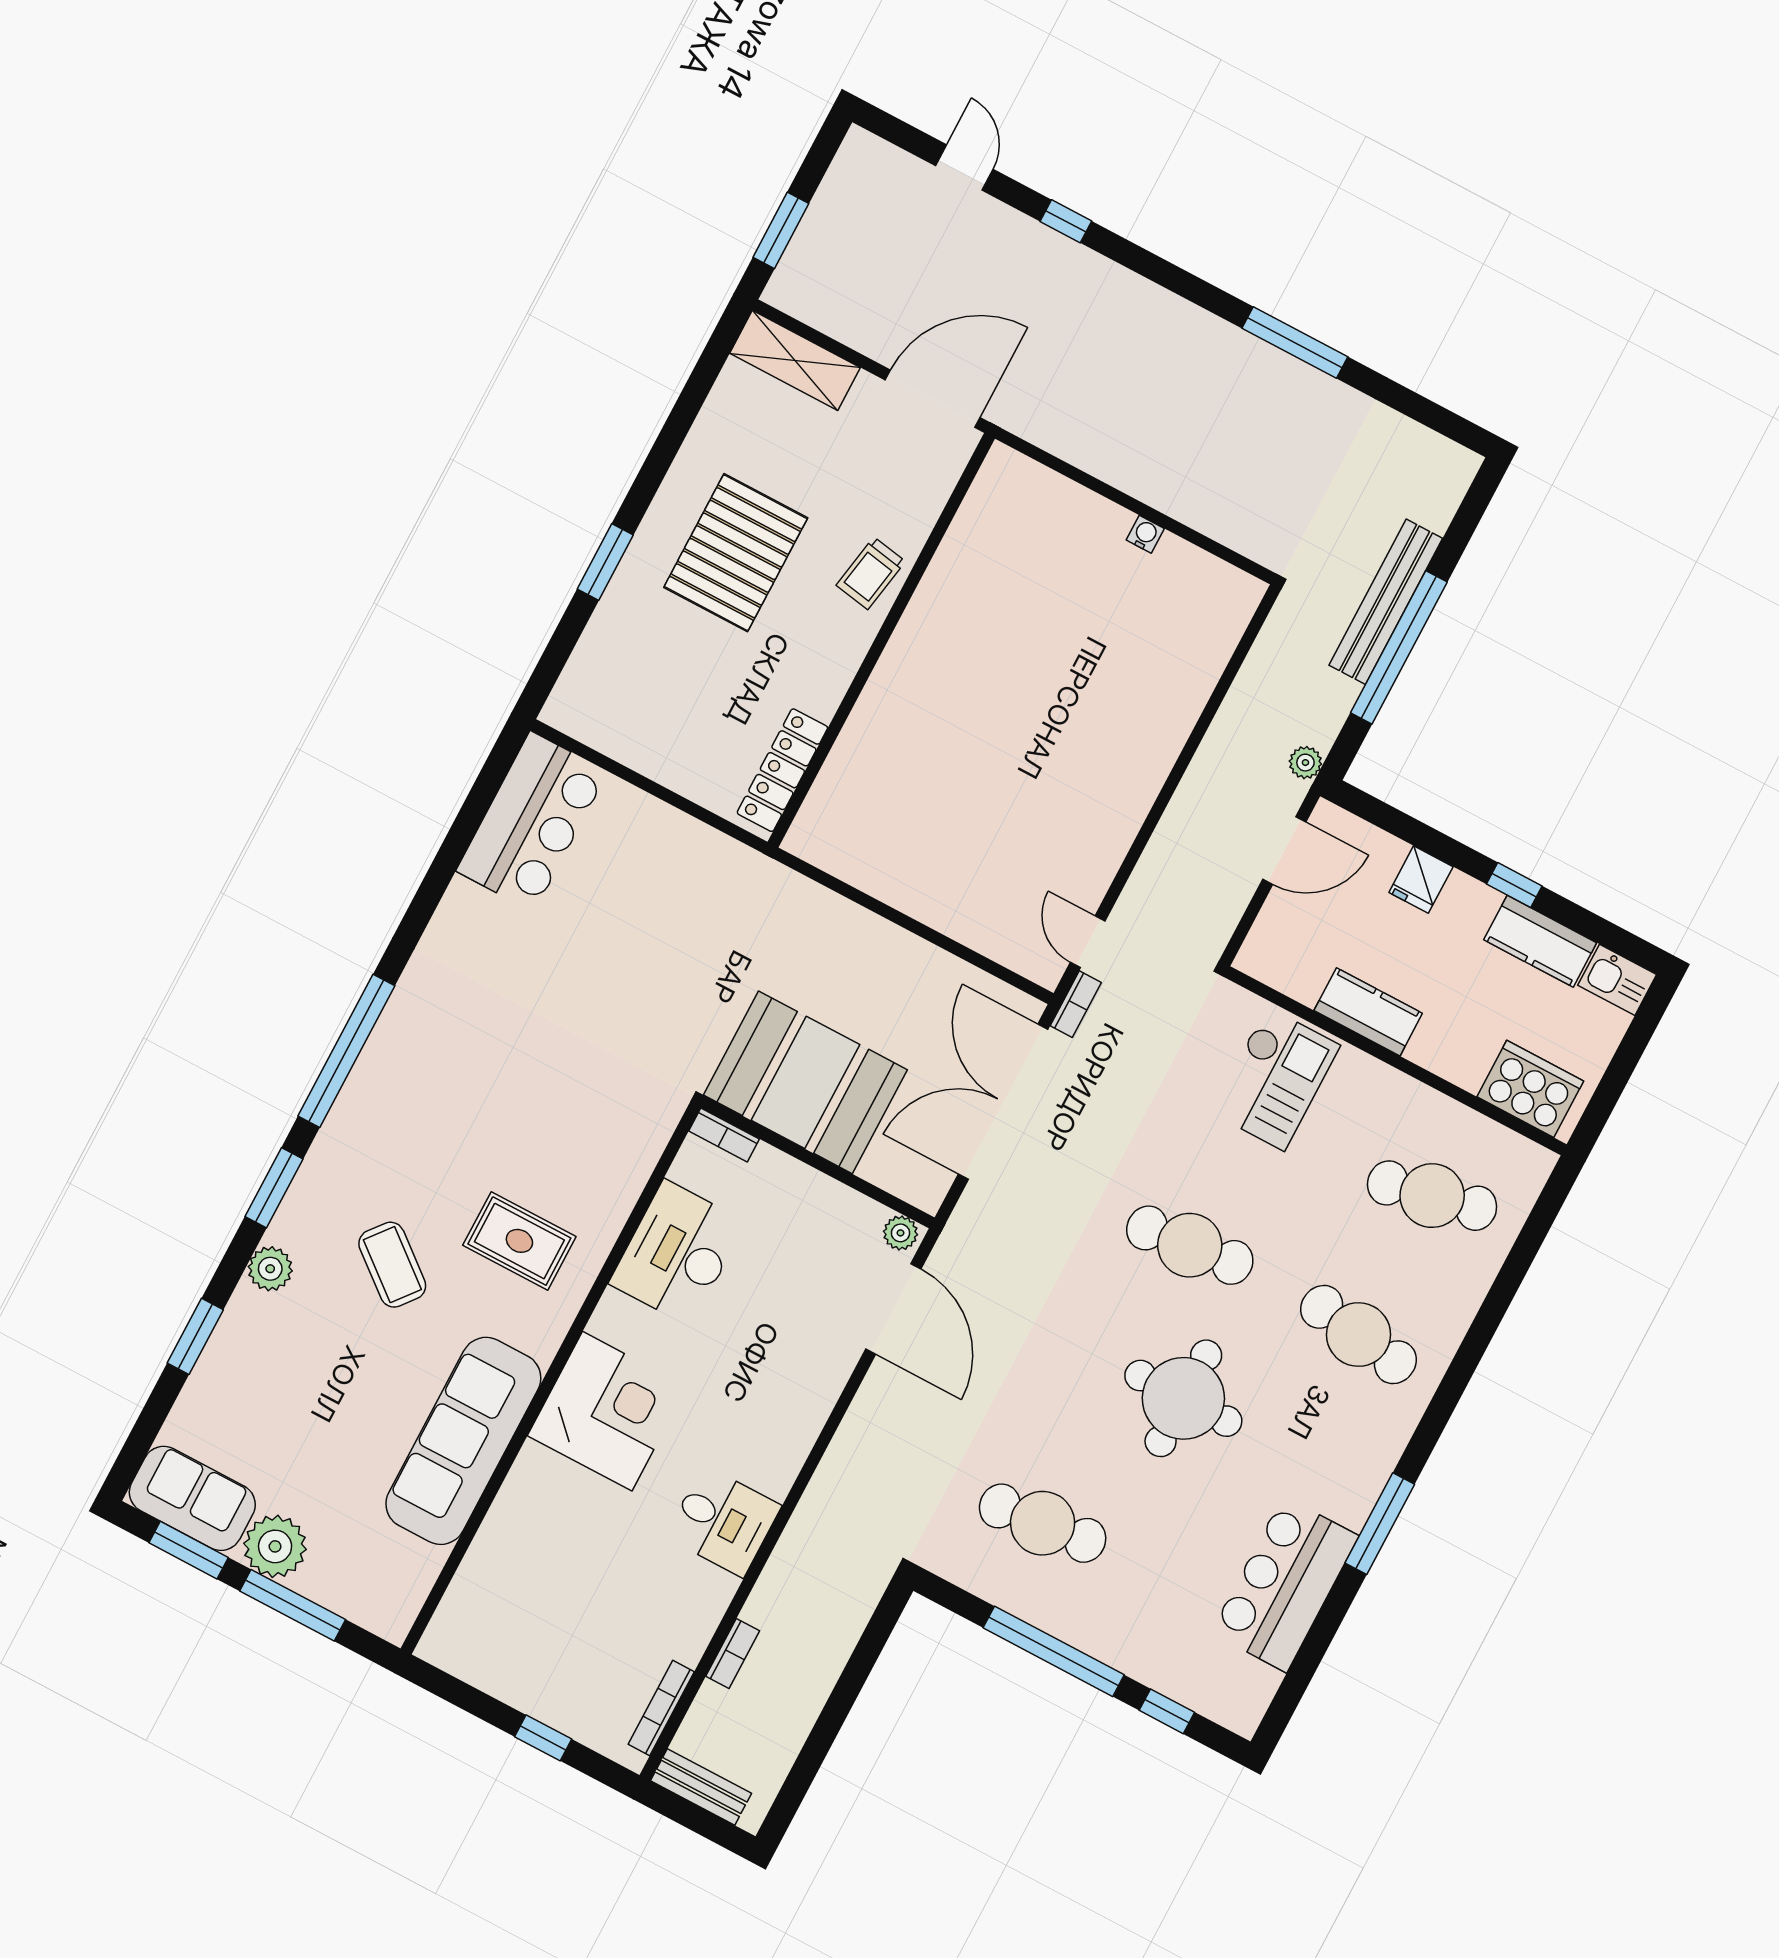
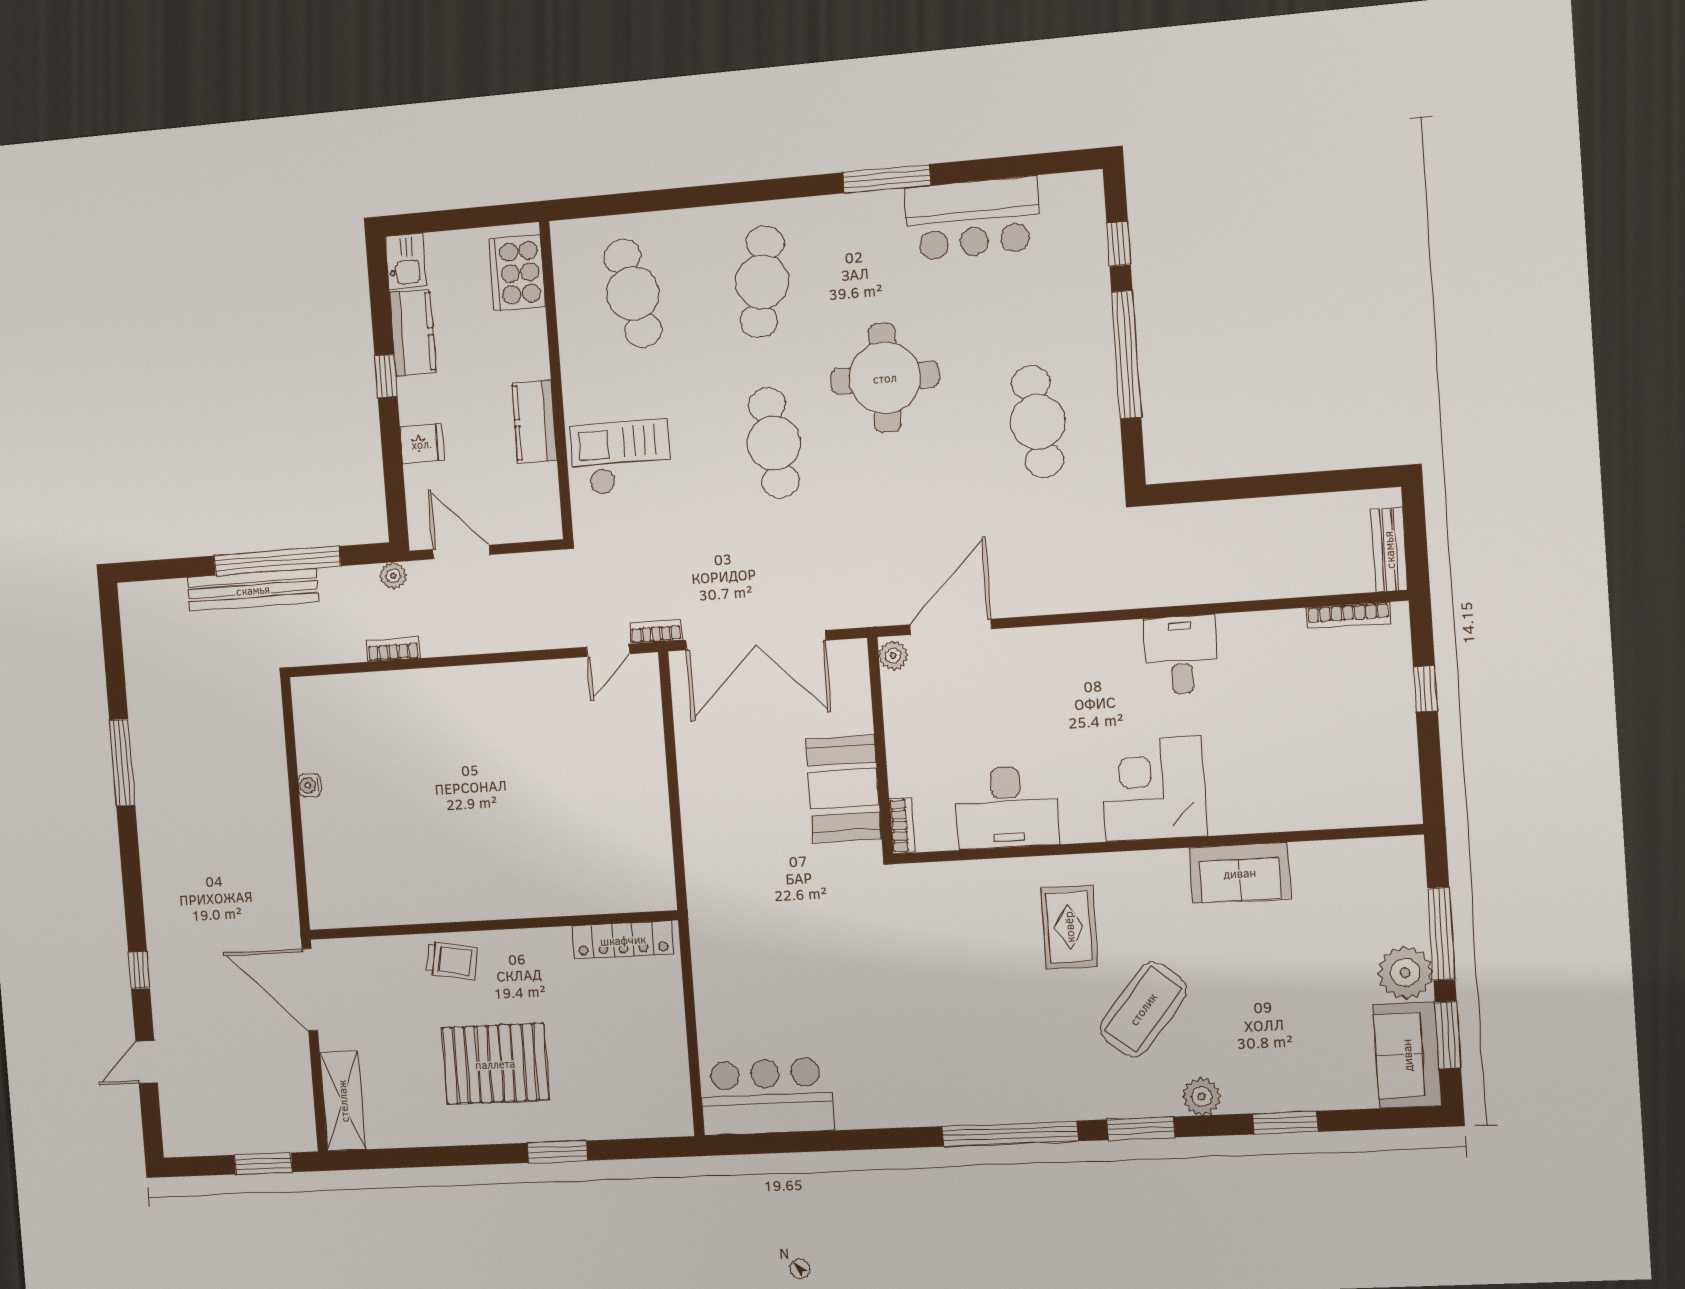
booth: (805, 1082) -> (843, 789), width x0.73, depth x0.70
coffee table: (392, 1265) -> (1143, 1009), width x1.36, depth x1.32
sofa: (463, 1441) -> (1240, 873), width x0.54, depth x0.79
bookcase: (733, 1653) -> (393, 649), moved

